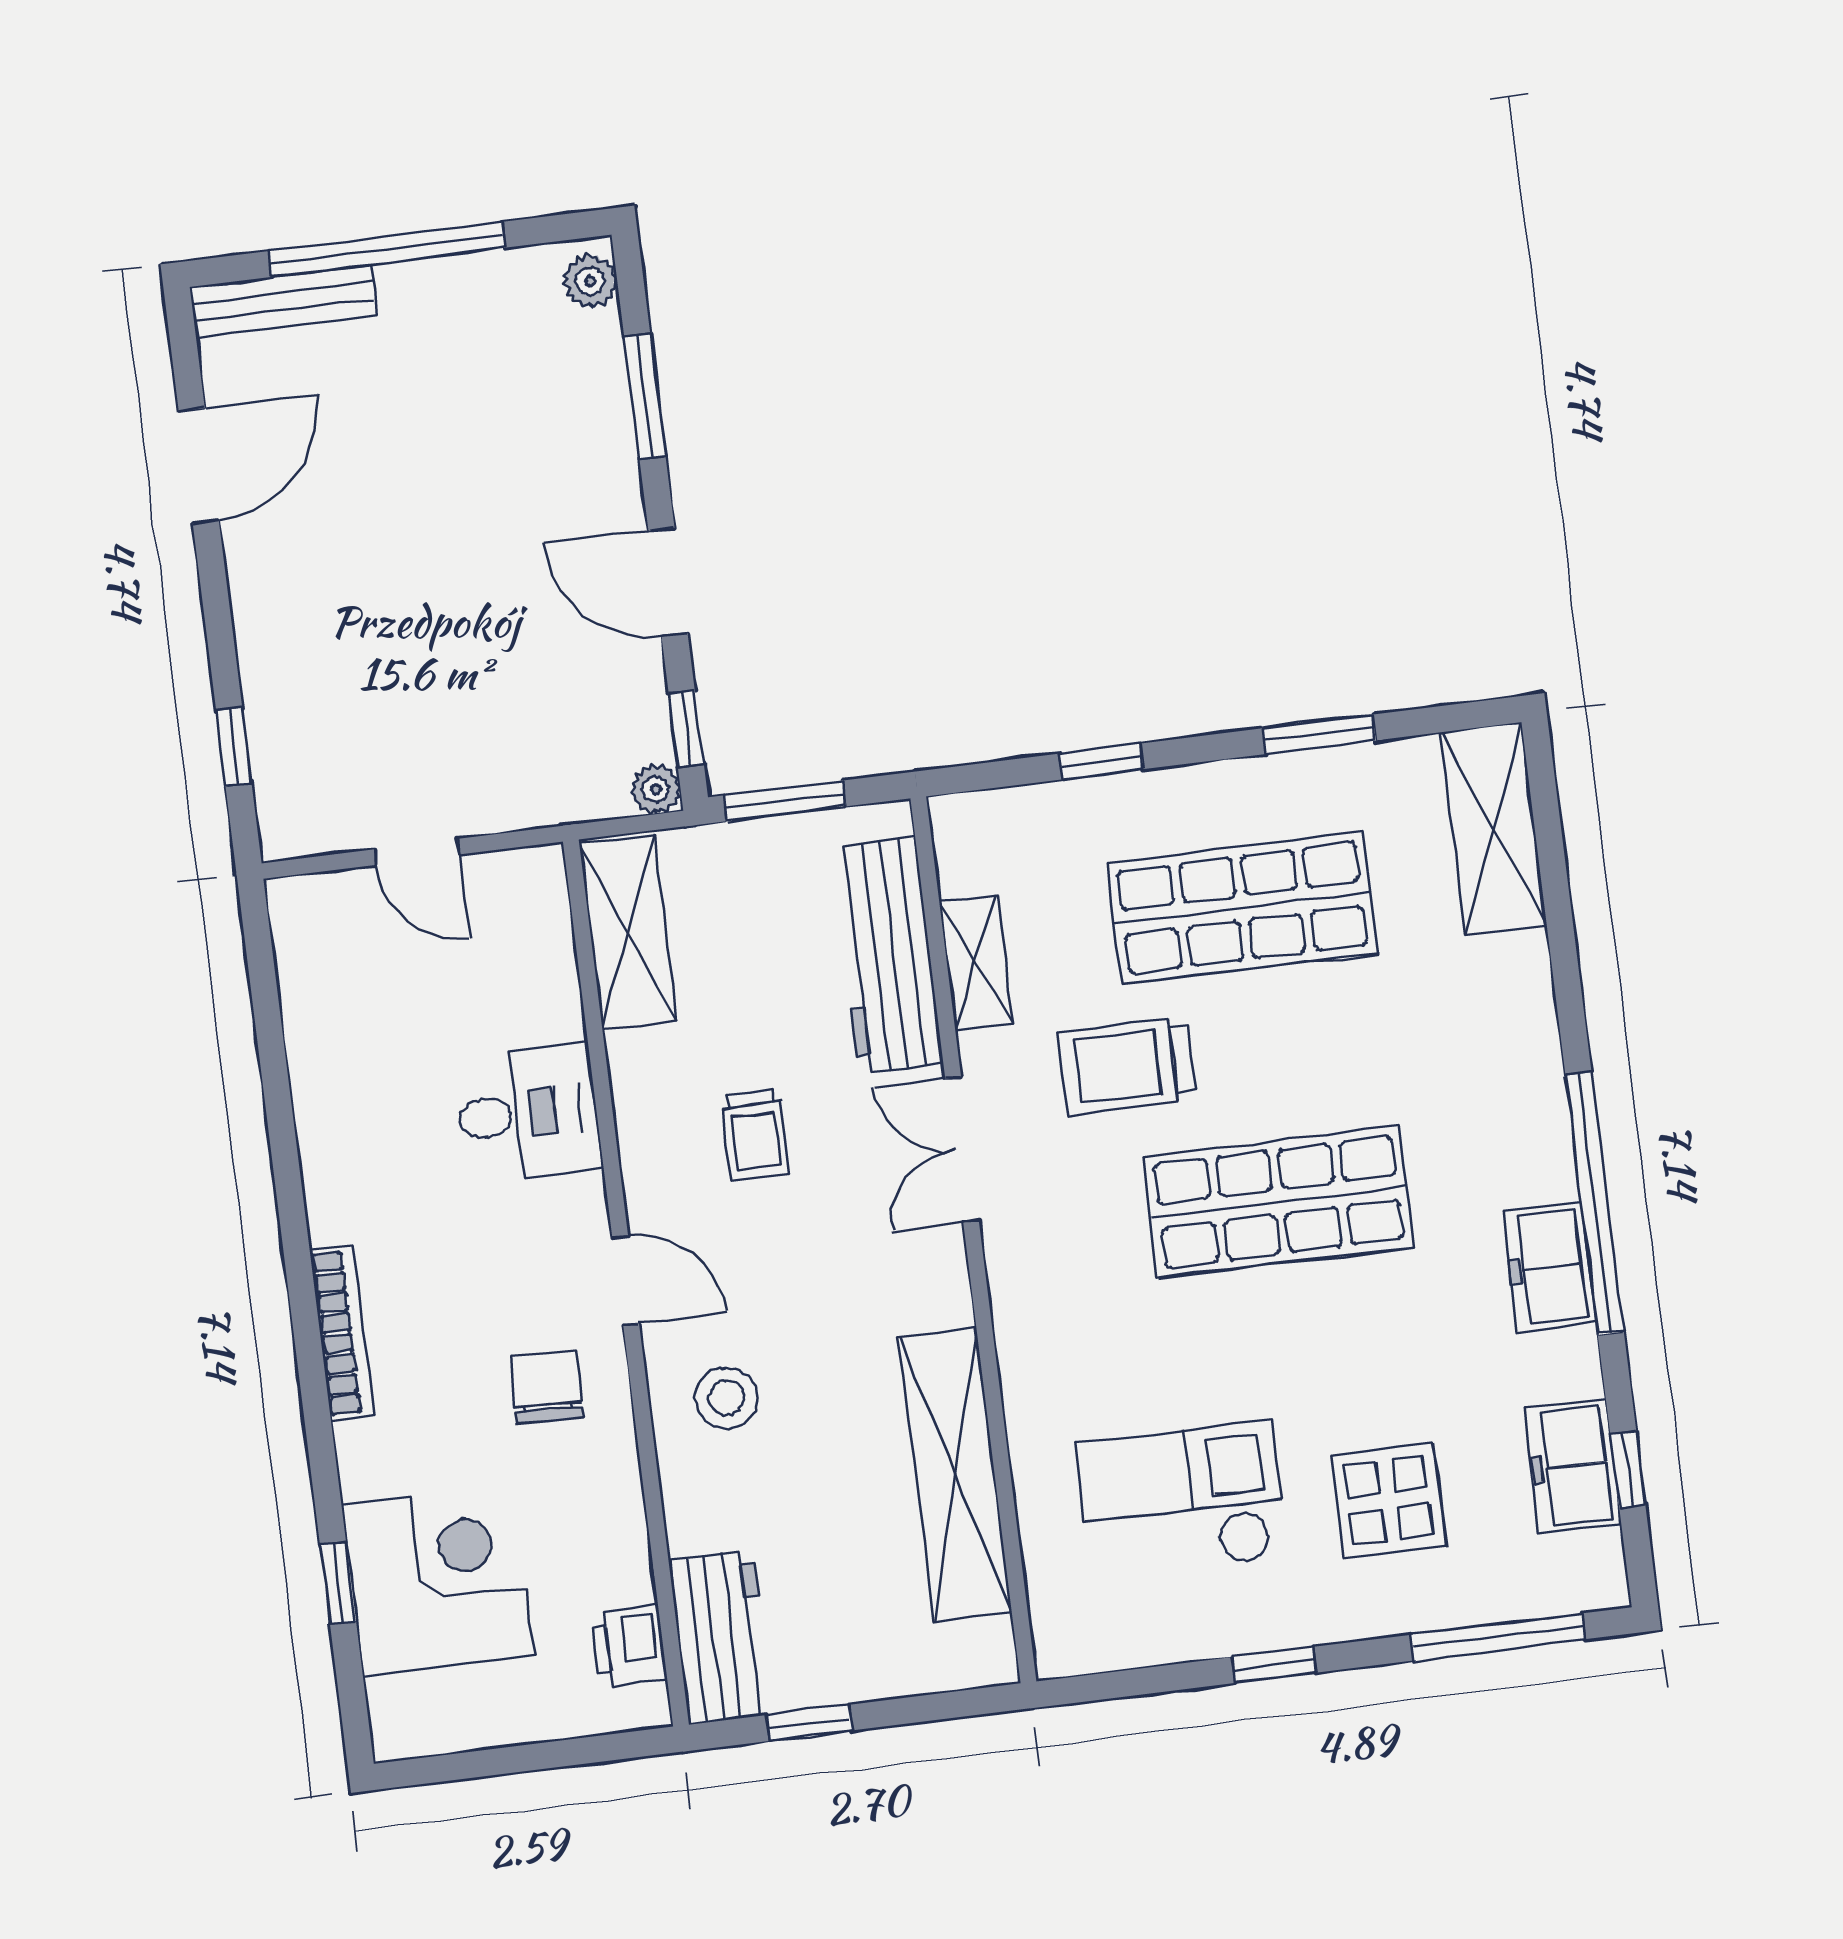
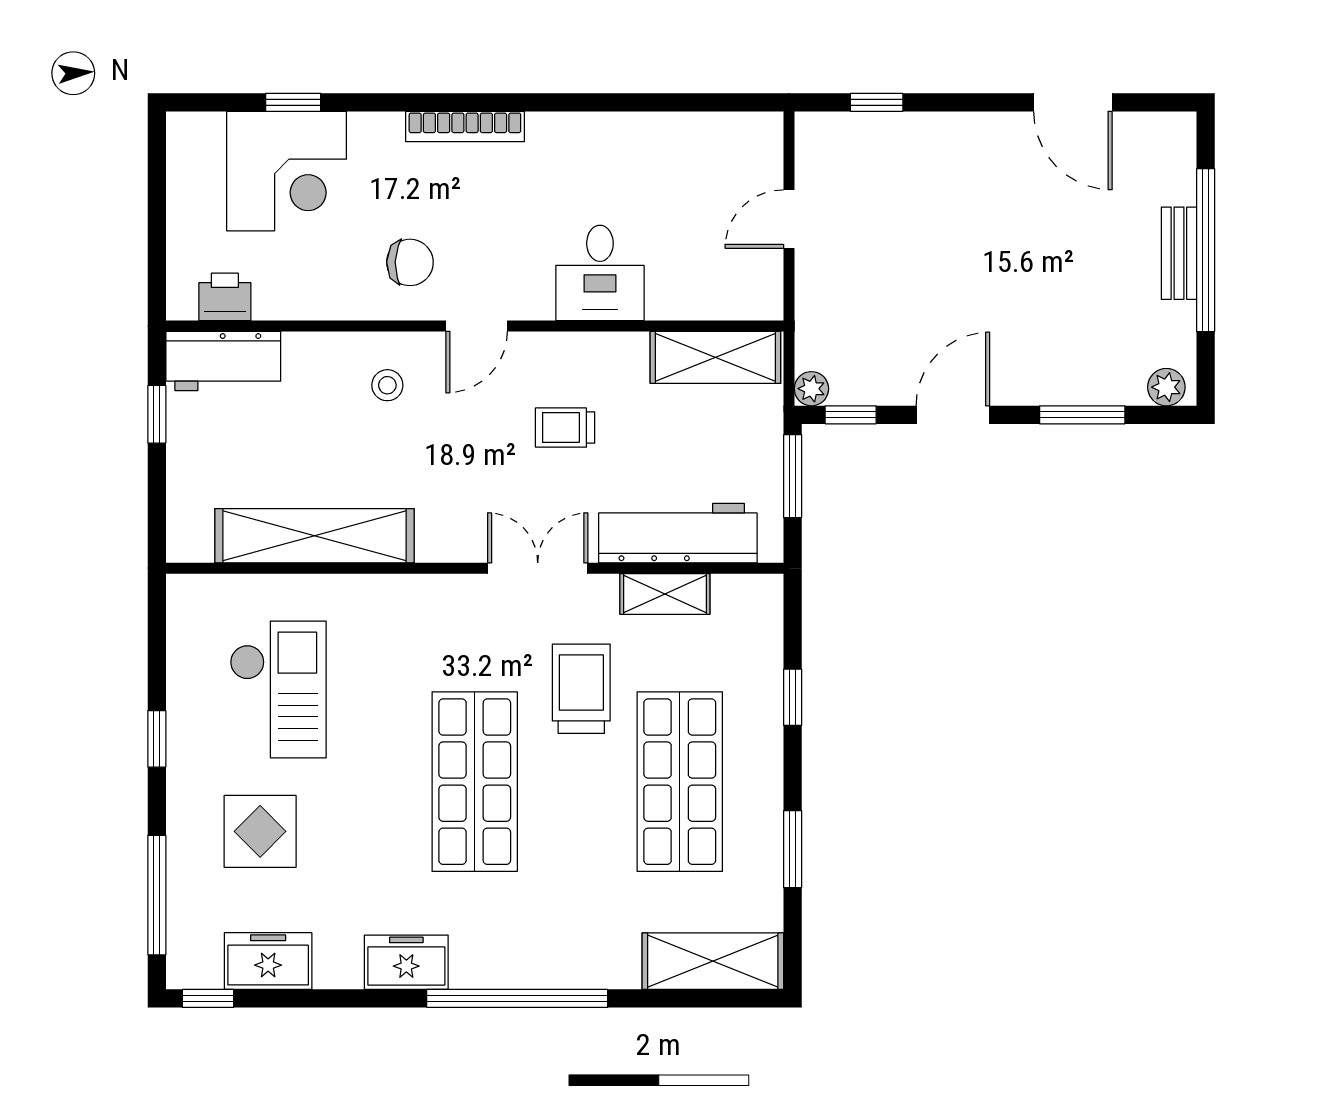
bench: (283, 301) -> (1179, 253), moved, width x0.73
window: (1595, 1204) -> (517, 998), moved
stool: (727, 1398) -> (387, 385), width x0.73, depth x0.73
window: (1628, 1469) -> (208, 998), moved

